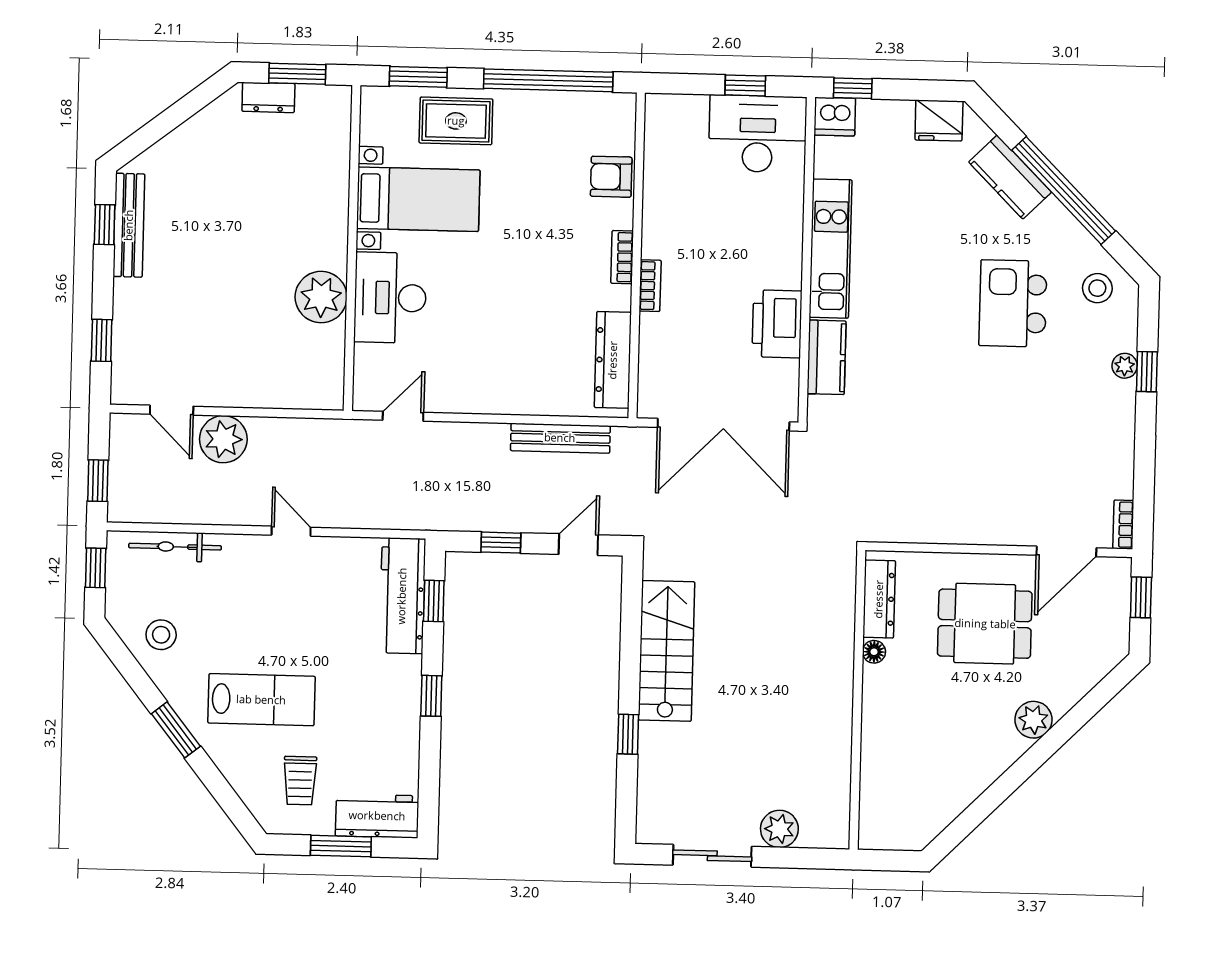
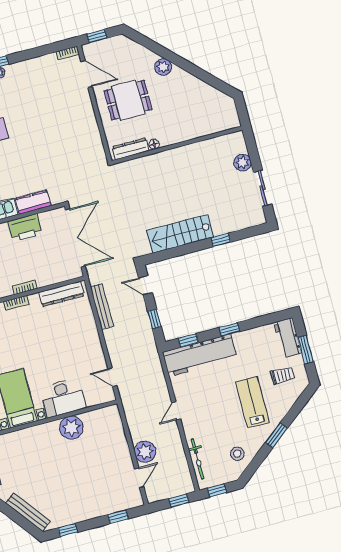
bench: (129, 225) -> (28, 512), moved, turned 52
workbench: (402, 596) -> (200, 355), width x1.36, depth x1.32
dining table: (985, 624) -> (128, 100), turned 90

